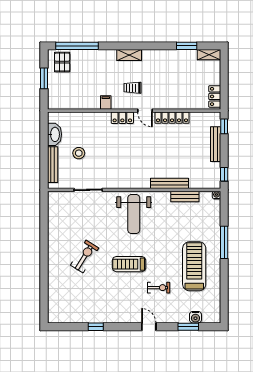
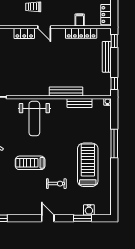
filing cabinet: (106, 103) -> (80, 20), moved
locker: (172, 118) -> (81, 33), moved

